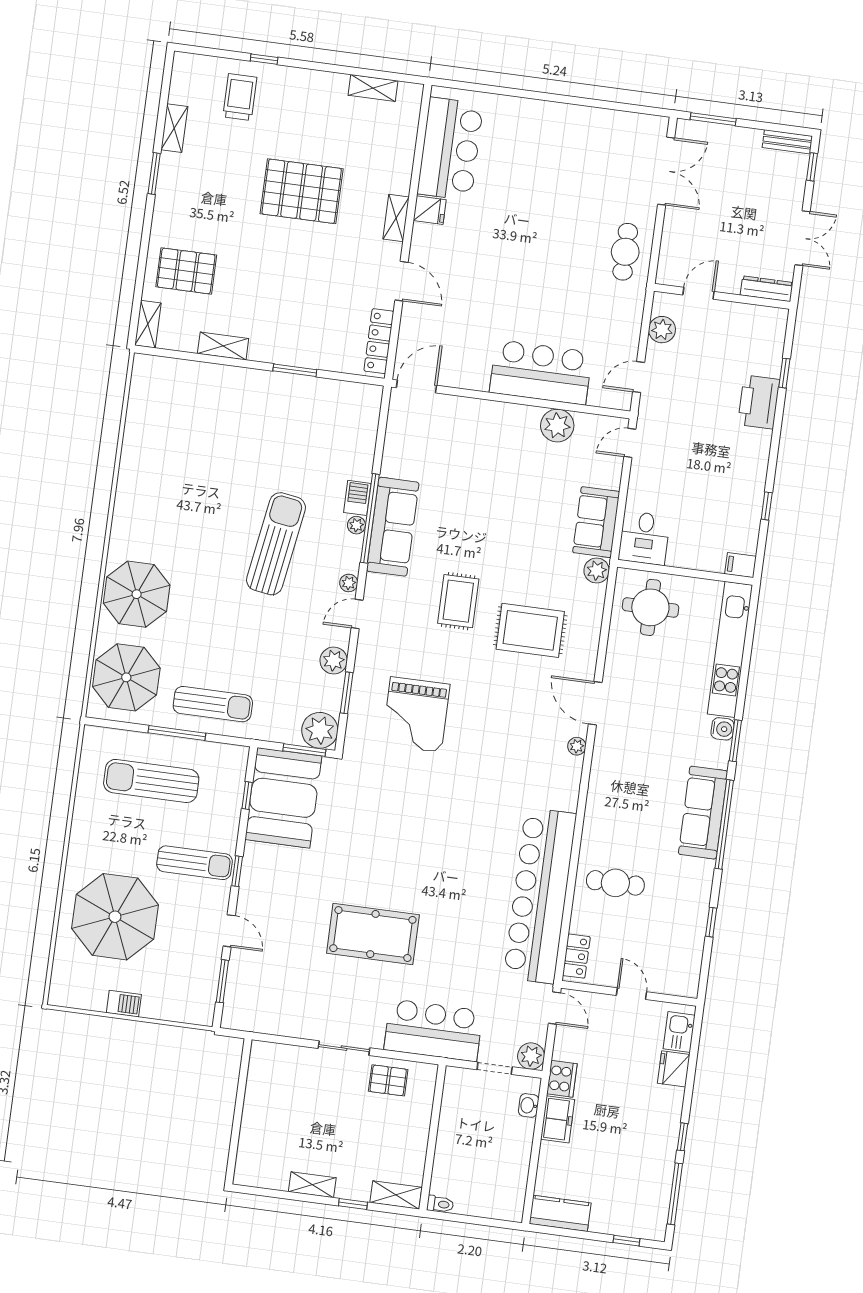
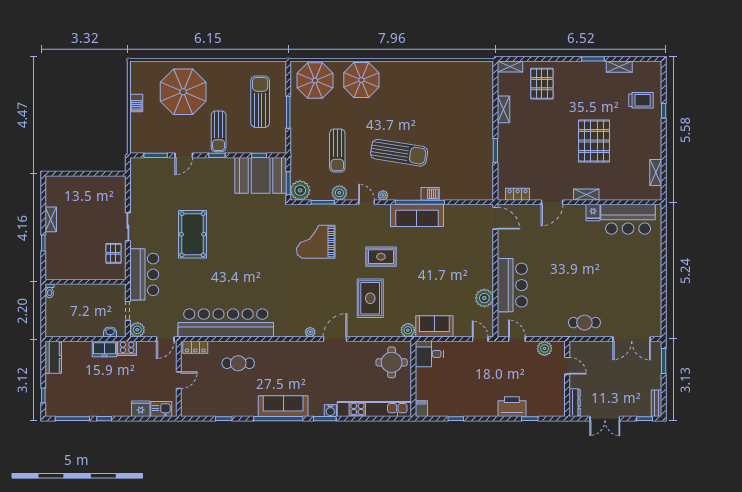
locker: (379, 341) -> (518, 194), width x0.66
plant: (356, 525) -> (415, 195), removed
sun lounger: (213, 704) -> (337, 150), moved
cafe table: (615, 883) -> (238, 363), turned 90
shelving: (396, 1195) -> (51, 266), removed

